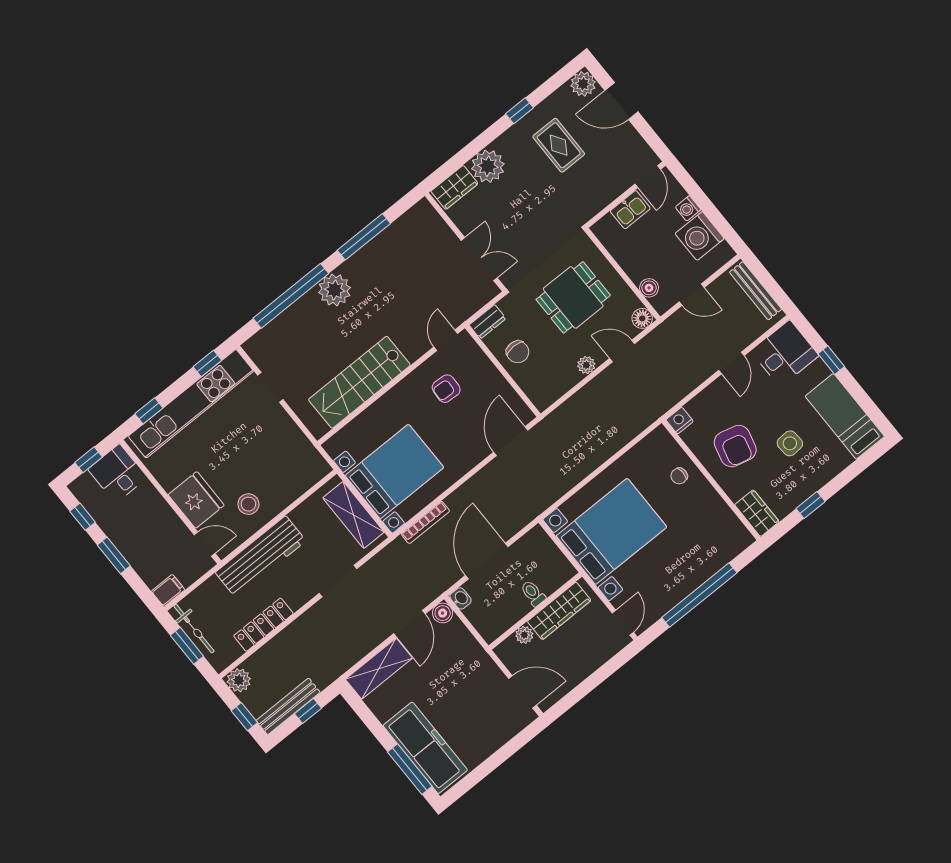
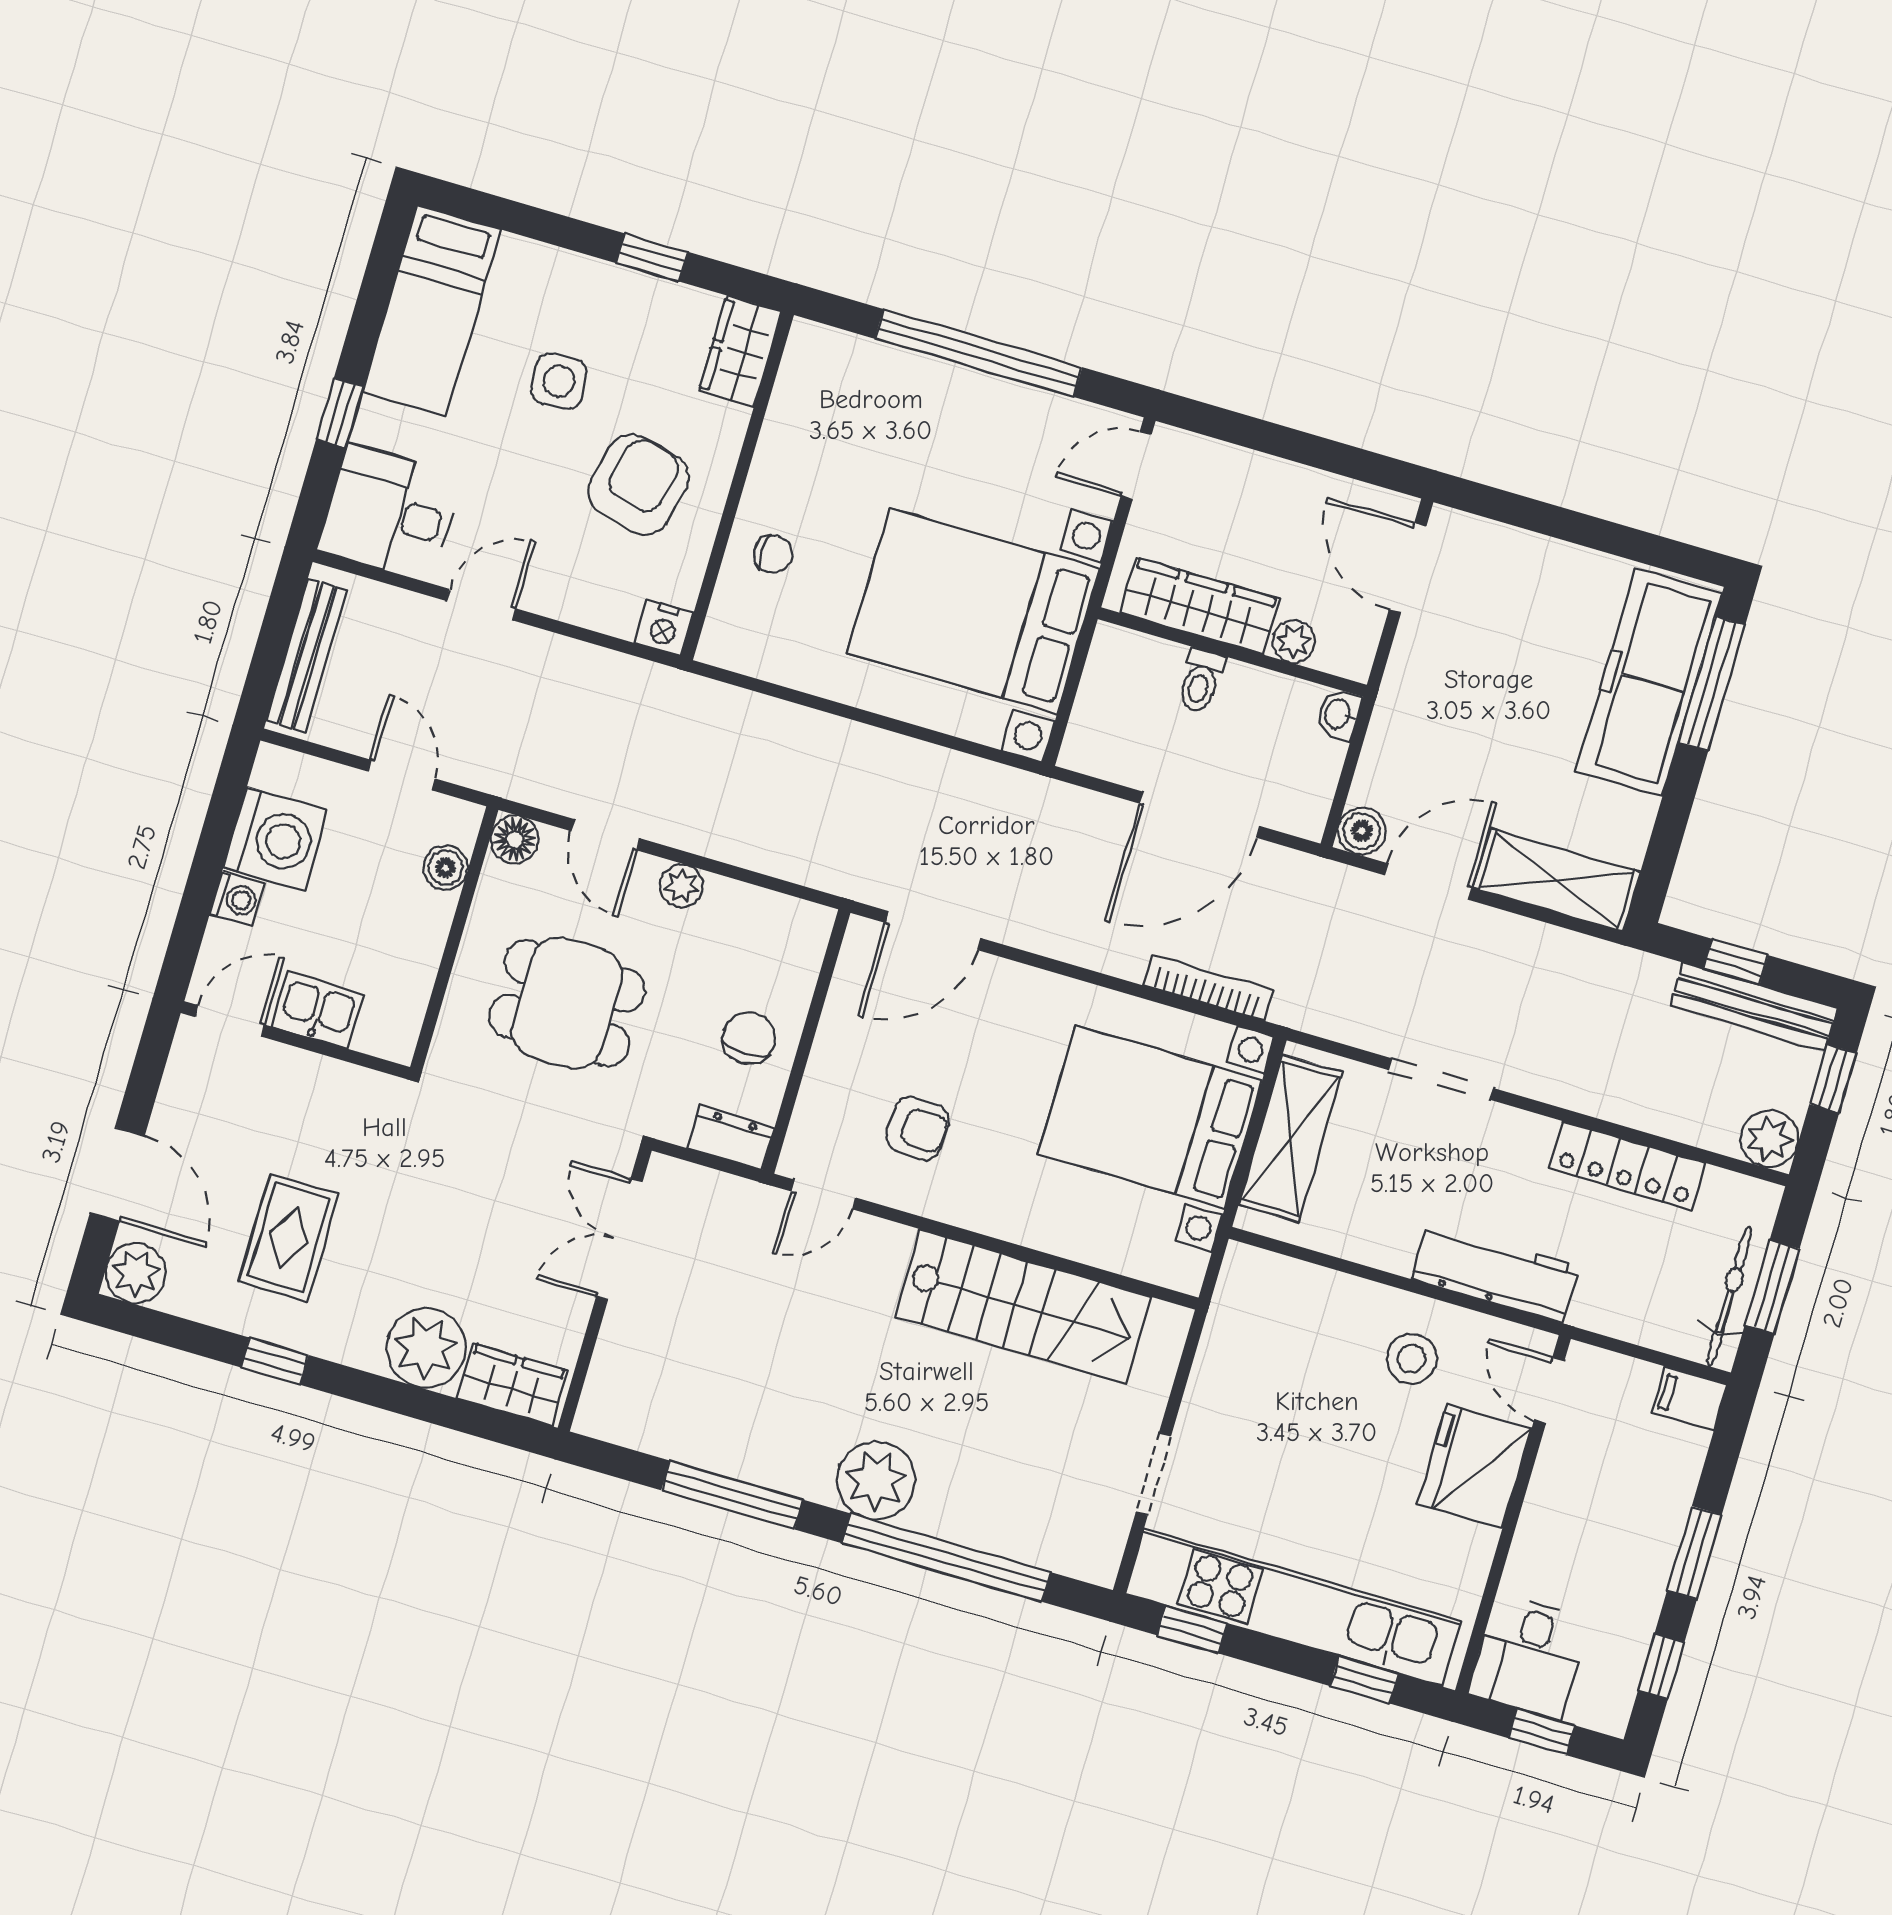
workbench: (261, 557) -> (1495, 1273), width x0.73, depth x0.76
washbasin: (460, 598) -> (1339, 714), moved

